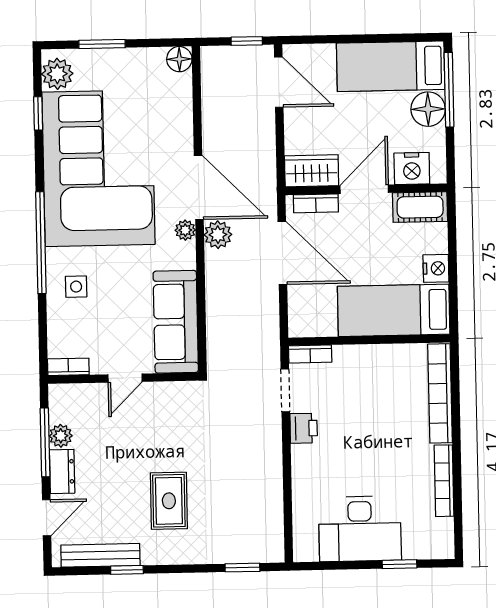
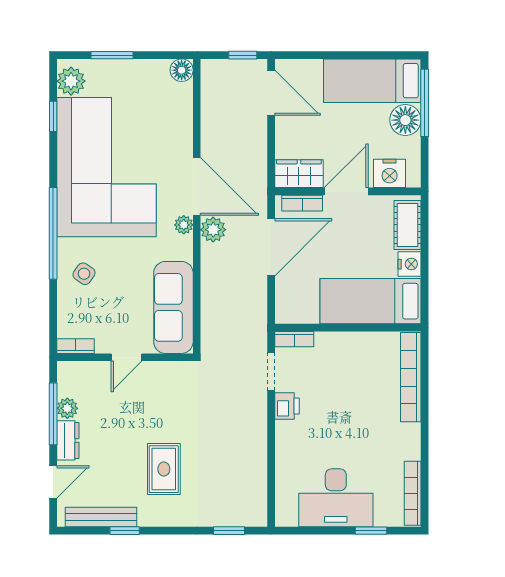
cot: (420, 207) -> (408, 225), moved, turned 90
door: (282, 253) -> (271, 247), hinge flipped
side table: (76, 287) -> (84, 274), turned 35
bookcase: (444, 481) -> (413, 493), moved

